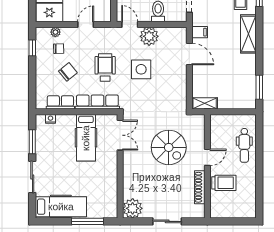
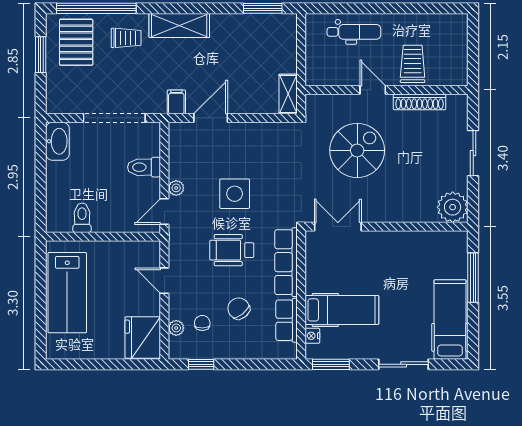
plant: (149, 36) -> (176, 188), width x0.53, depth x0.53
hospital bed: (86, 138) -> (342, 310), moved
window: (32, 142) -> (331, 364), moved

